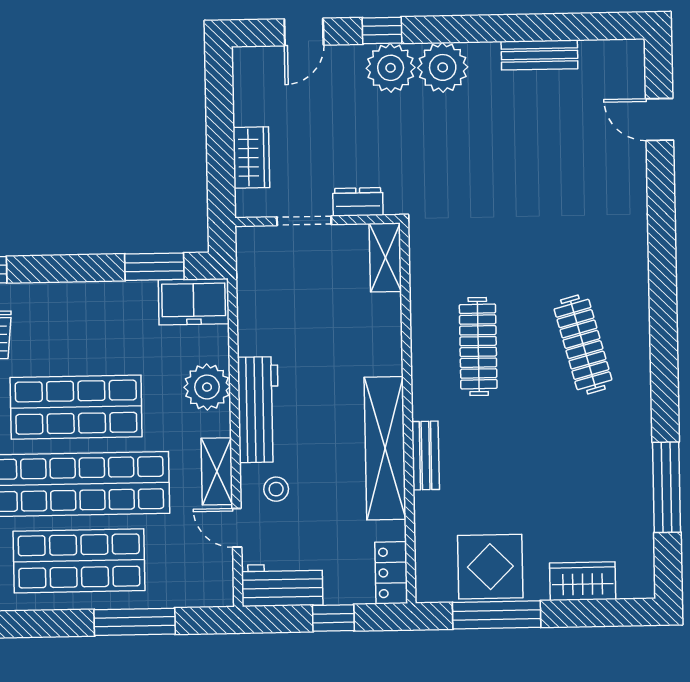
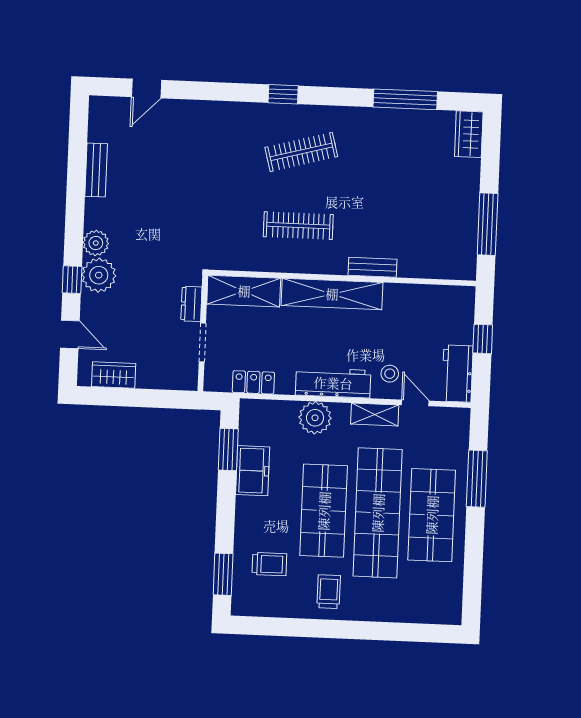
plant: (443, 67) -> (96, 243), width x0.73, depth x0.73
wardrobe: (251, 157) -> (114, 375), moved
shelving: (385, 257) -> (244, 291), width x1.50, depth x1.33
freezer: (194, 302) -> (253, 471), moved
window: (663, 314) -> (283, 94), added
shelving: (385, 448) -> (332, 294), moved
door: (237, 528) -> (415, 403), swing flipped
display table: (490, 567) -> (453, 227), removed
locker: (391, 573) -> (253, 382), moved, turned 180
wardrobe: (583, 581) -> (469, 134), moved

